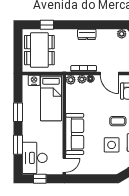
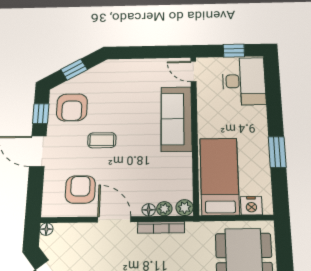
window: (18, 145) -> (274, 101), removed
side table: (112, 145) -> (114, 103), removed
door: (64, 165) -> (193, 71), hinge flipped

